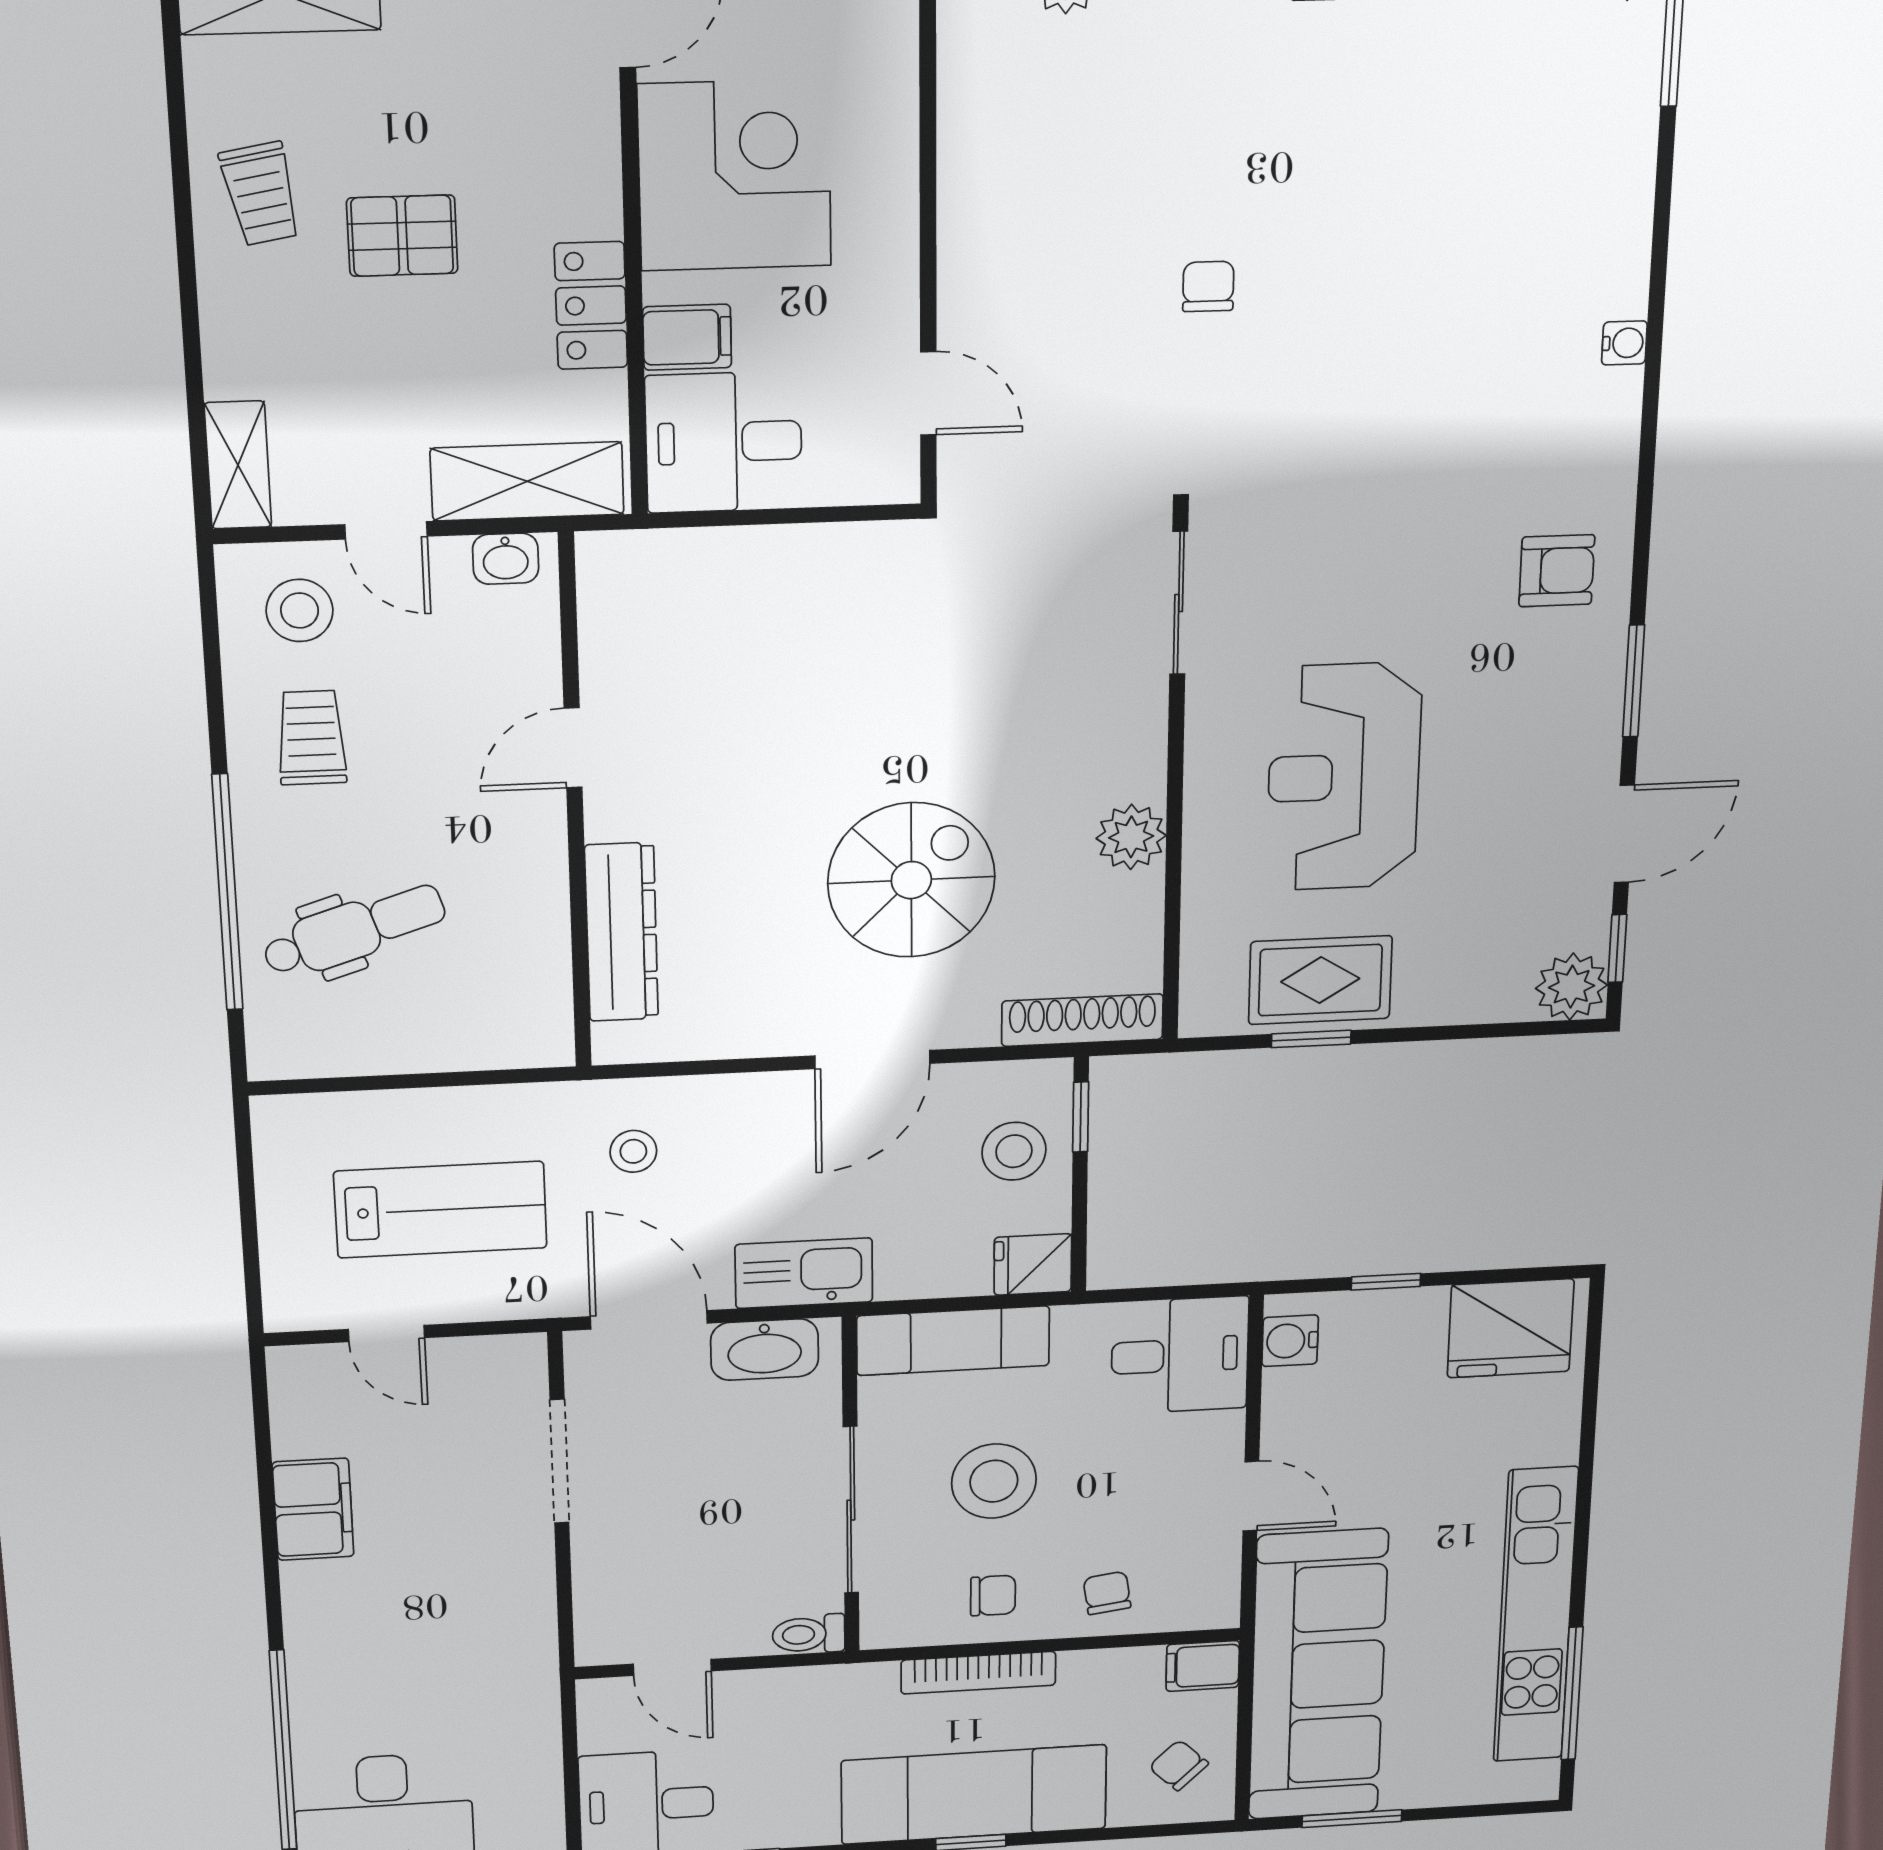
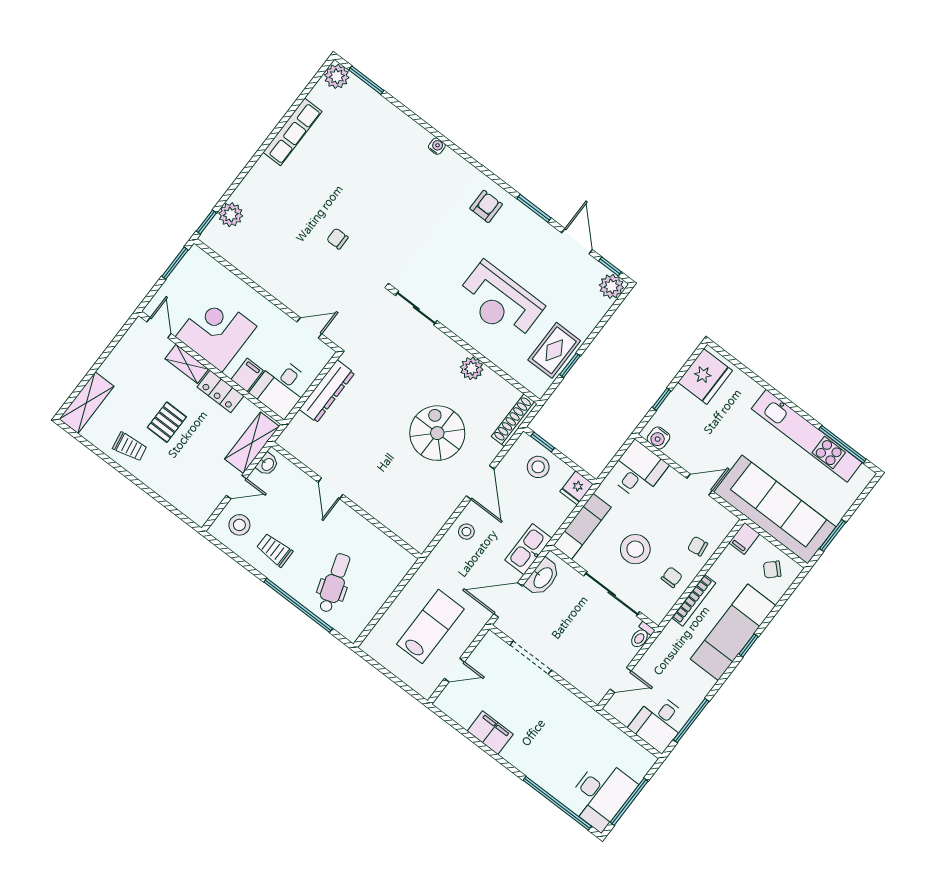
shelving: (238, 465) -> (187, 364), moved
dresser: (621, 932) -> (327, 391), moved, turned 90
stool: (633, 1151) -> (466, 532), moved

